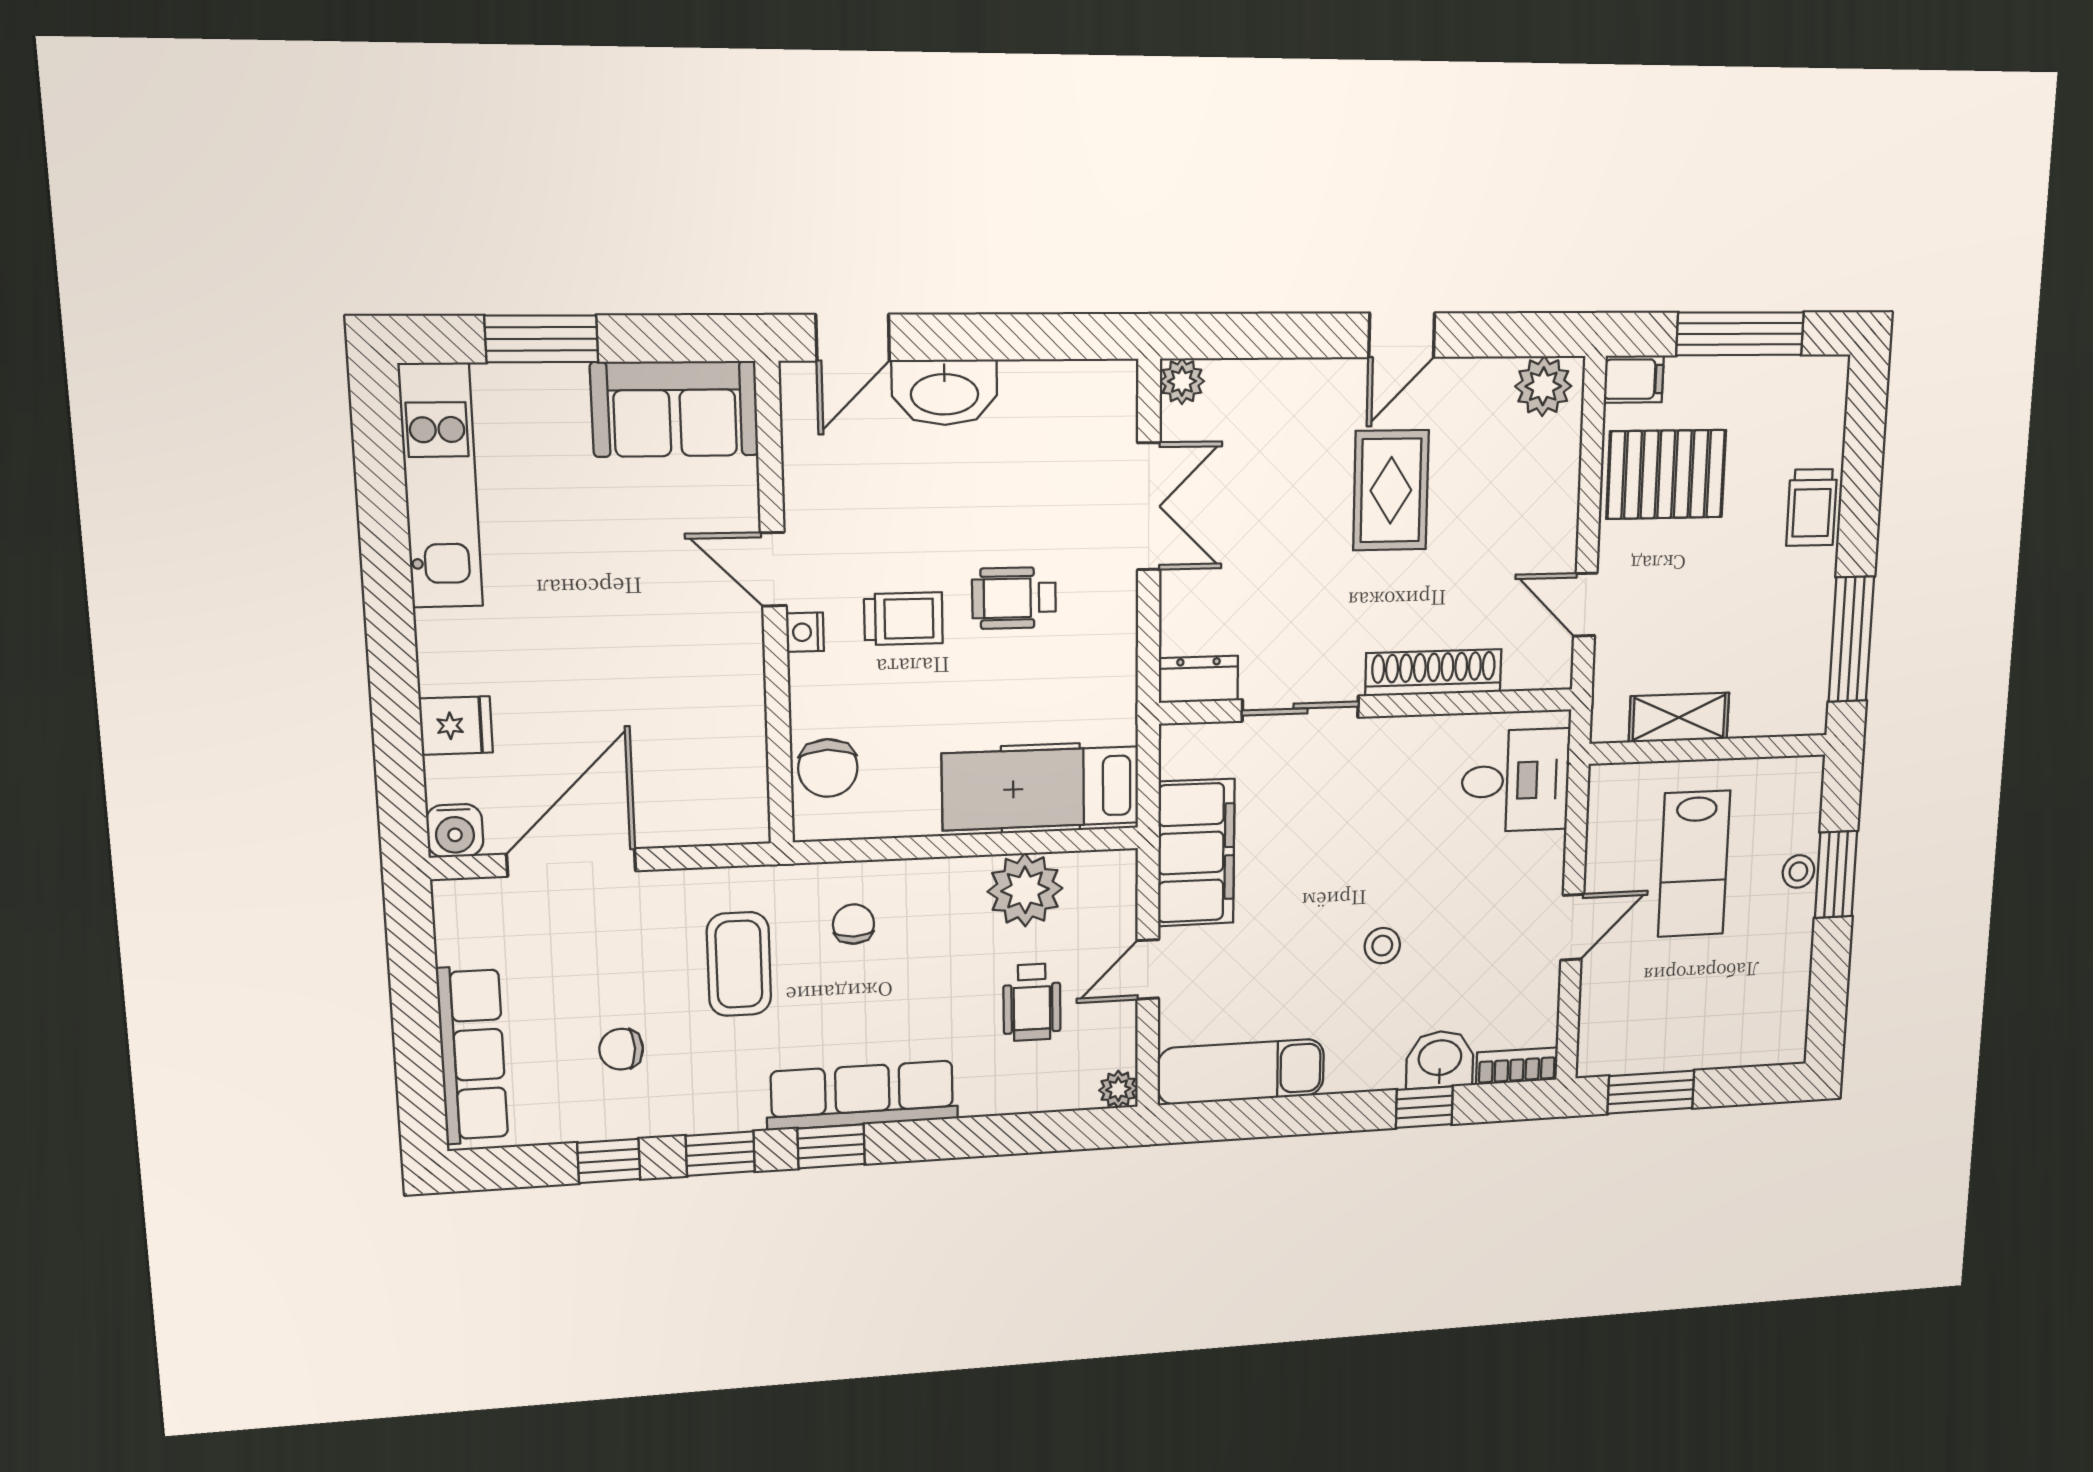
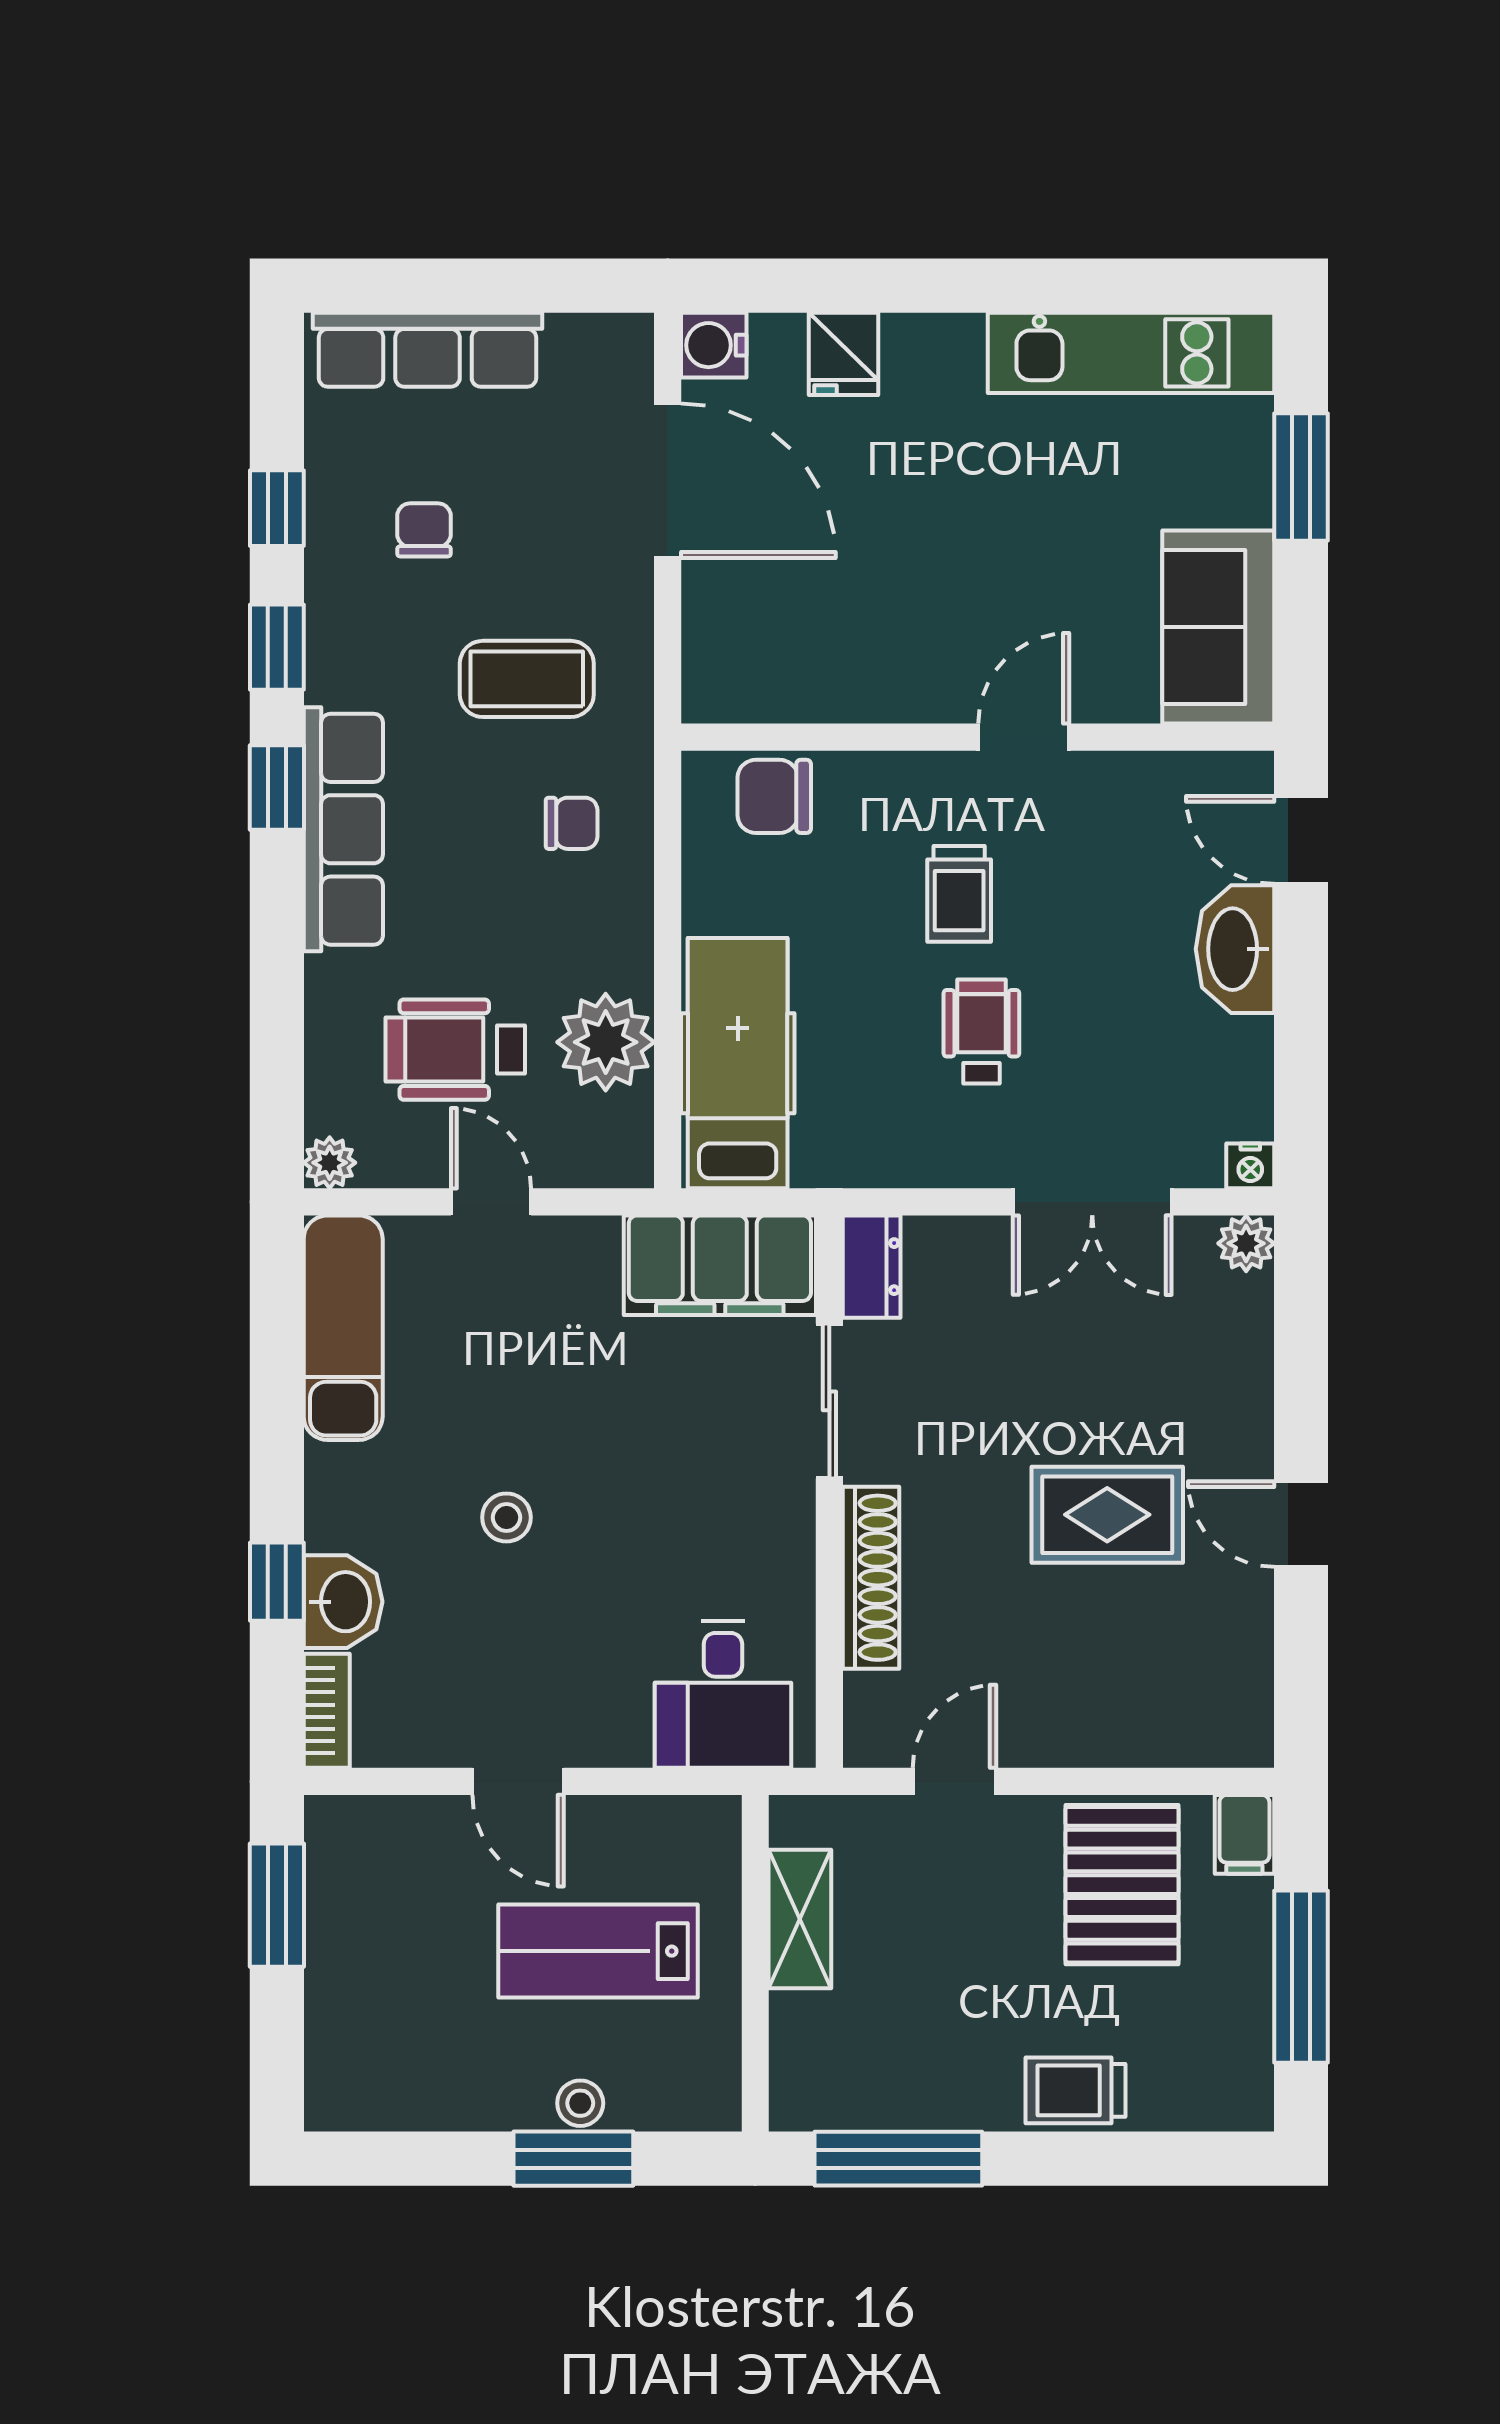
plant: (1543, 386) -> (1236, 1713), removed
nightstand: (805, 632) -> (1250, 1166), moved, turned 180
filing cabinet: (1196, 853) -> (720, 1265), moved
wheelchair: (1032, 1002) -> (455, 1050), width x1.36, depth x1.37

